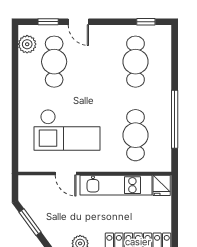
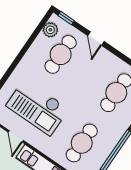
window: (48, 22) -> (66, 18), moved

